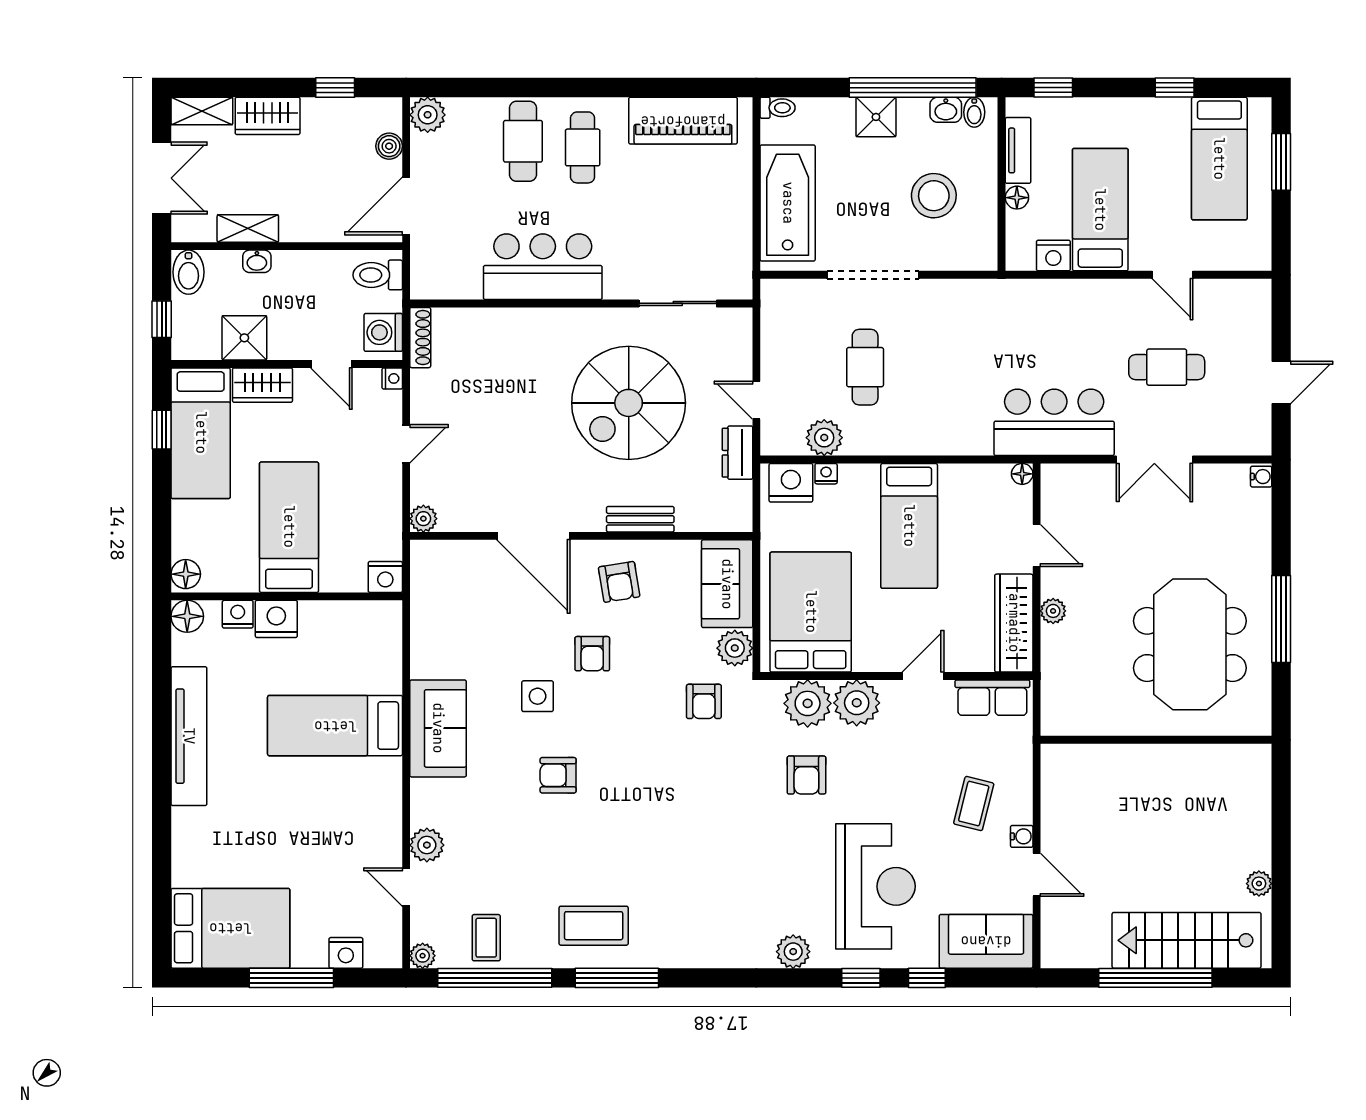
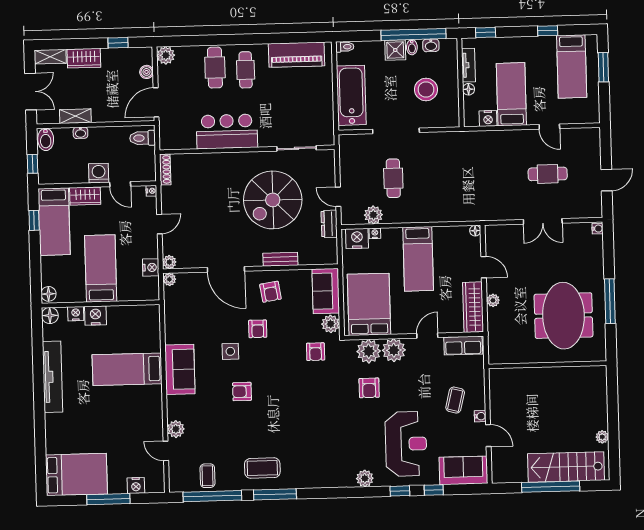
bidet: (974, 112) -> (412, 47), moved
washing machine: (383, 332) -> (99, 173), moved, turned 90
shower: (244, 338) -> (75, 172), removed
bar counter: (1054, 422) -> (491, 204), removed
nightstand: (385, 577) -> (151, 267), moved, turned -90
plant: (423, 956) -> (169, 279), moved

